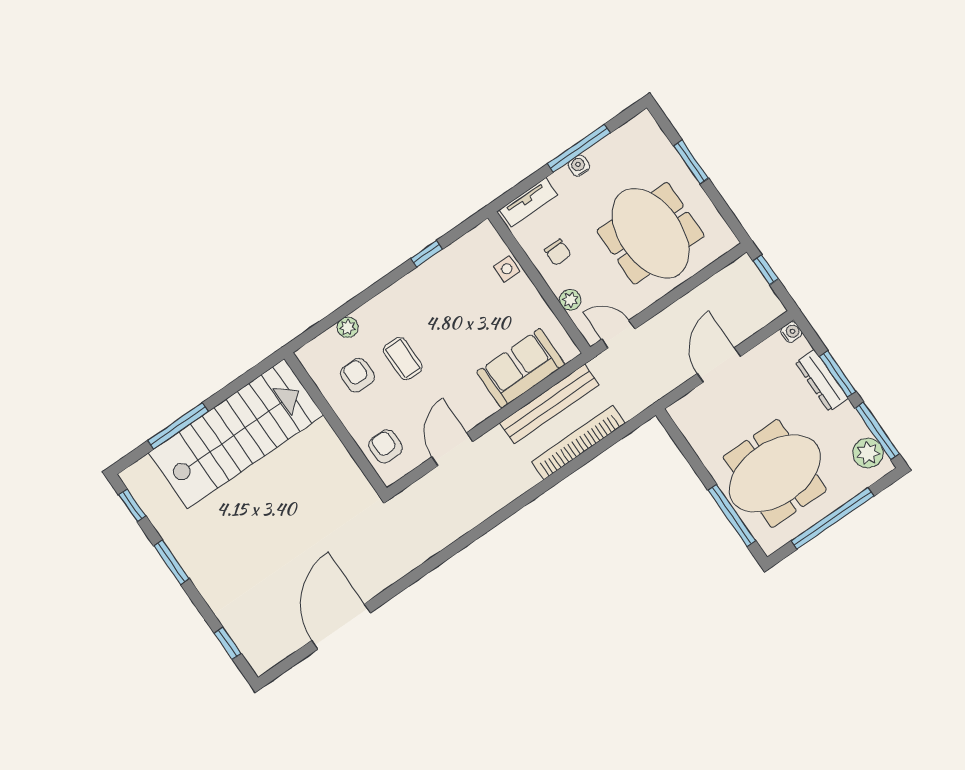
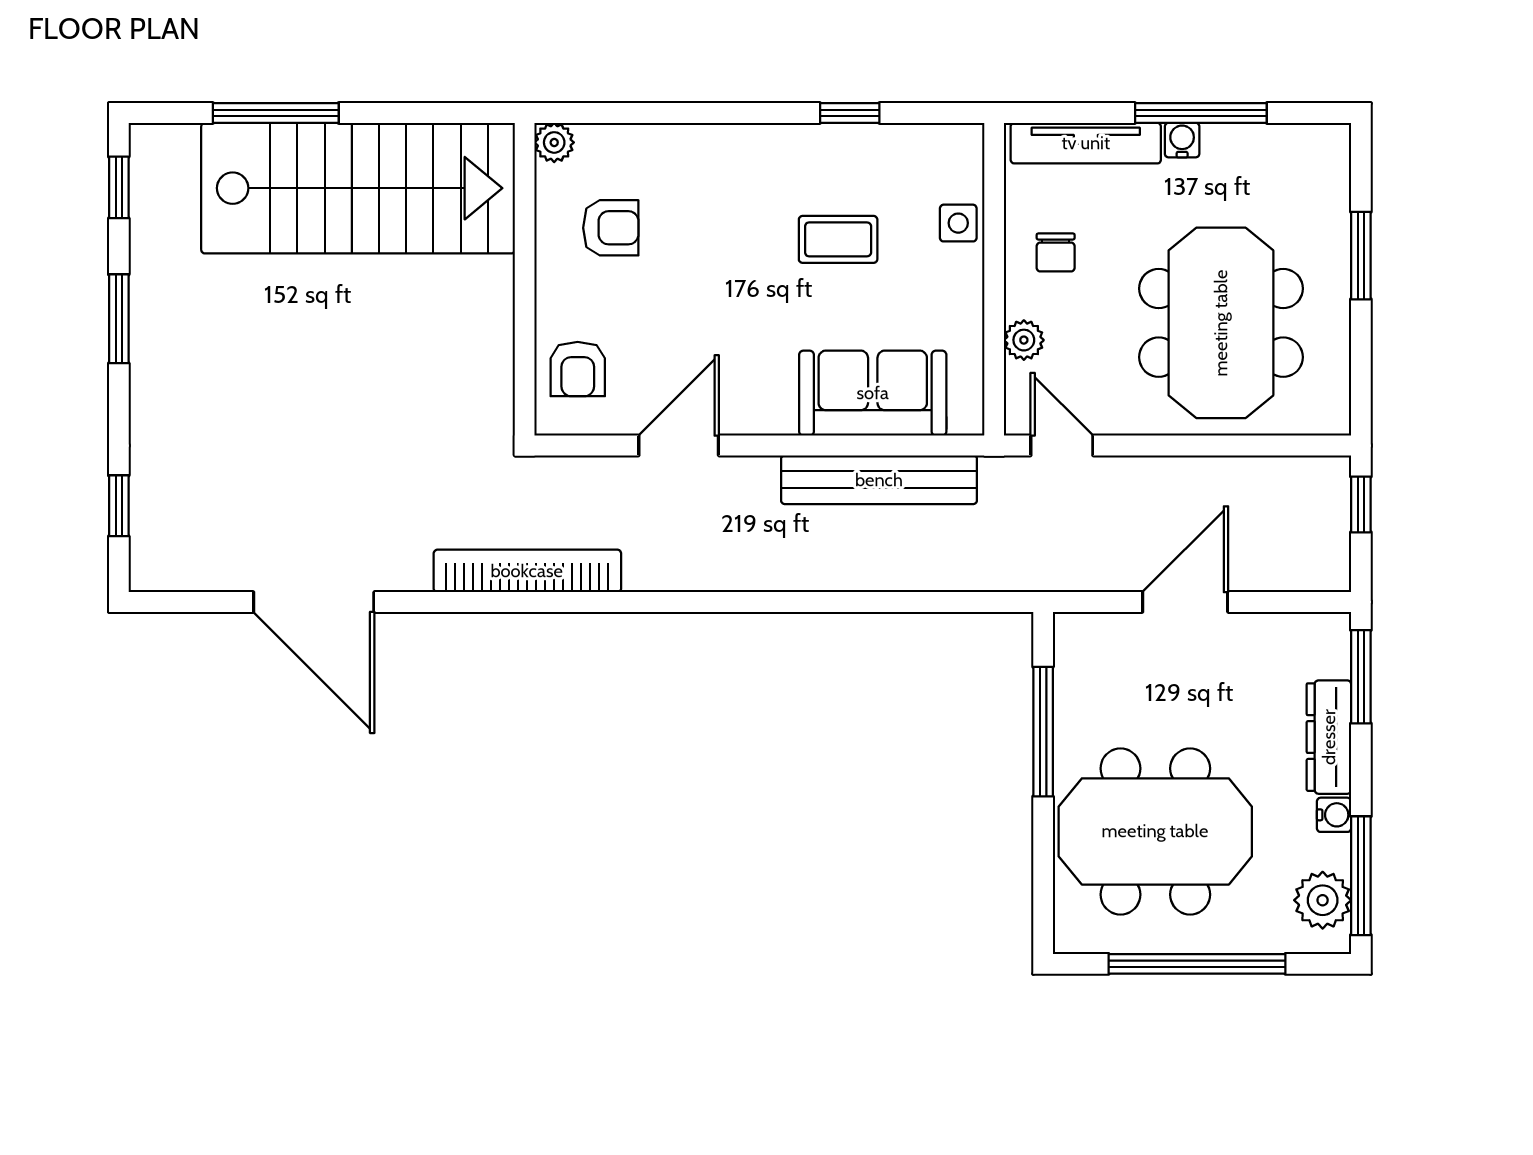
tv unit: (529, 202) -> (1086, 143), width x1.41
plant: (348, 327) -> (554, 142), moved
water cooler: (791, 332) -> (1334, 815), moved
coffee table: (403, 359) -> (838, 239), moved, turned 90
window: (838, 374) -> (1361, 677), moved
armchair: (357, 375) -> (611, 228), turned 90
bookcase: (578, 442) -> (527, 571), moved
armchair: (386, 446) -> (578, 369), turned 180
window: (732, 515) -> (1043, 732), moved
door: (341, 627) -> (314, 602), swing flipped

